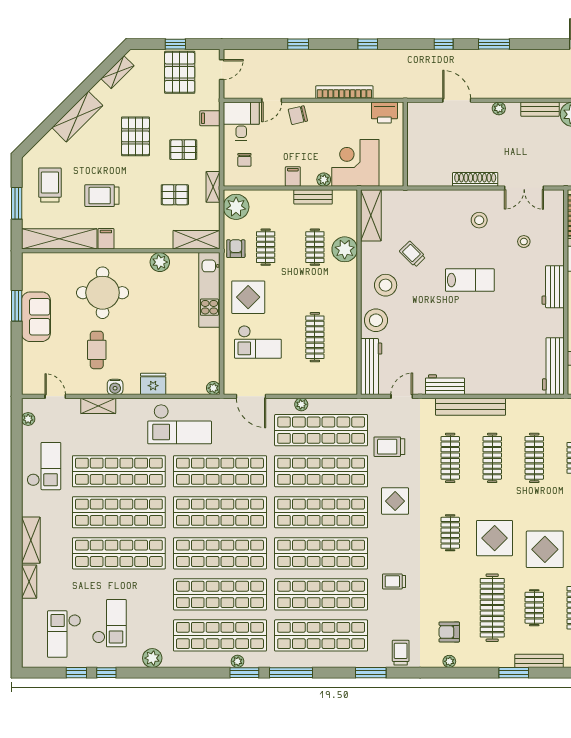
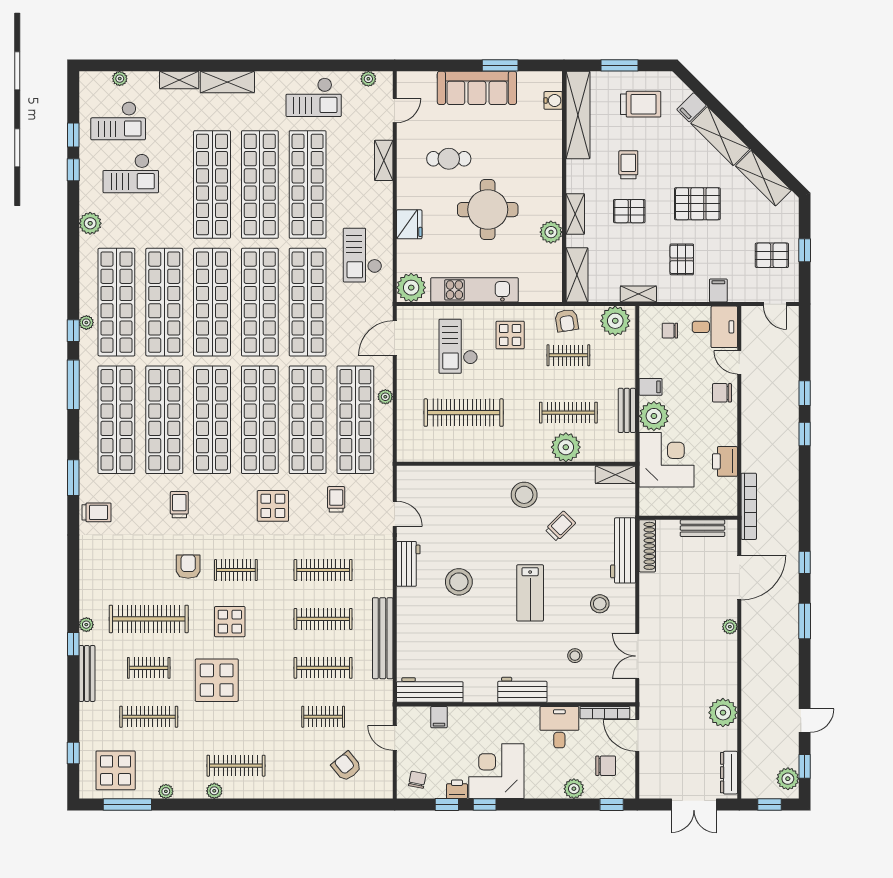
window: (368, 44) -> (805, 434), moved
shelving: (117, 72) -> (763, 178), width x1.50, depth x1.33
pallet: (180, 72) -> (772, 255), width x0.67, depth x0.71
bookcase: (344, 92) -> (749, 506), moved
door: (457, 100) -> (739, 578), width x1.36
bench: (540, 109) -> (703, 528), moved, turned 90
printer: (384, 113) -> (725, 461), moved
chair: (298, 115) -> (722, 393), turned -77
shoe rack: (475, 179) -> (647, 546), moved
plant: (324, 180) -> (654, 416), width x1.88, depth x1.88
pallet: (175, 195) -> (629, 211), moved, turned 90
trolley: (102, 196) -> (628, 165), width x0.73, depth x0.72
shelving: (371, 215) -> (615, 475), width x0.67, depth x0.75
filing cabinet: (106, 239) -> (692, 107), moved, turned 135
shelving: (144, 241) -> (575, 214), added
clothes rail: (315, 247) -> (568, 413), width x1.36
armchair: (236, 249) -> (567, 321), turned 81
kitchen unit: (209, 290) -> (474, 290), moved
round table: (103, 293) -> (488, 210), moved
display table: (248, 297) -> (510, 335), width x0.73, depth x0.73
sofa: (36, 317) -> (477, 88), width x1.36
stool: (376, 320) -> (459, 582), moved
clothes rail: (315, 337) -> (464, 413), width x1.37, depth x1.31
workbench: (371, 367) -> (623, 550), moved, turned 90
water cooler: (115, 387) -> (553, 100), moved, turned 180
plant: (213, 388) -> (411, 288), width x1.87, depth x1.87
bench: (471, 407) -> (383, 638), moved
checkout: (180, 424) -> (362, 255), width x0.73, depth x0.83
trolley: (389, 447) -> (336, 499), width x0.73, depth x0.72
display table: (495, 538) -> (230, 622), width x0.73, depth x0.73
armchair: (449, 632) -> (188, 567), moved
plant: (28, 633) -> (120, 79), added
checkout: (64, 634) -> (118, 121), turned 180
plant: (449, 661) -> (86, 625), moved
window: (244, 673) -> (73, 331), width x0.67
window: (514, 673) -> (73, 644), width x0.67

